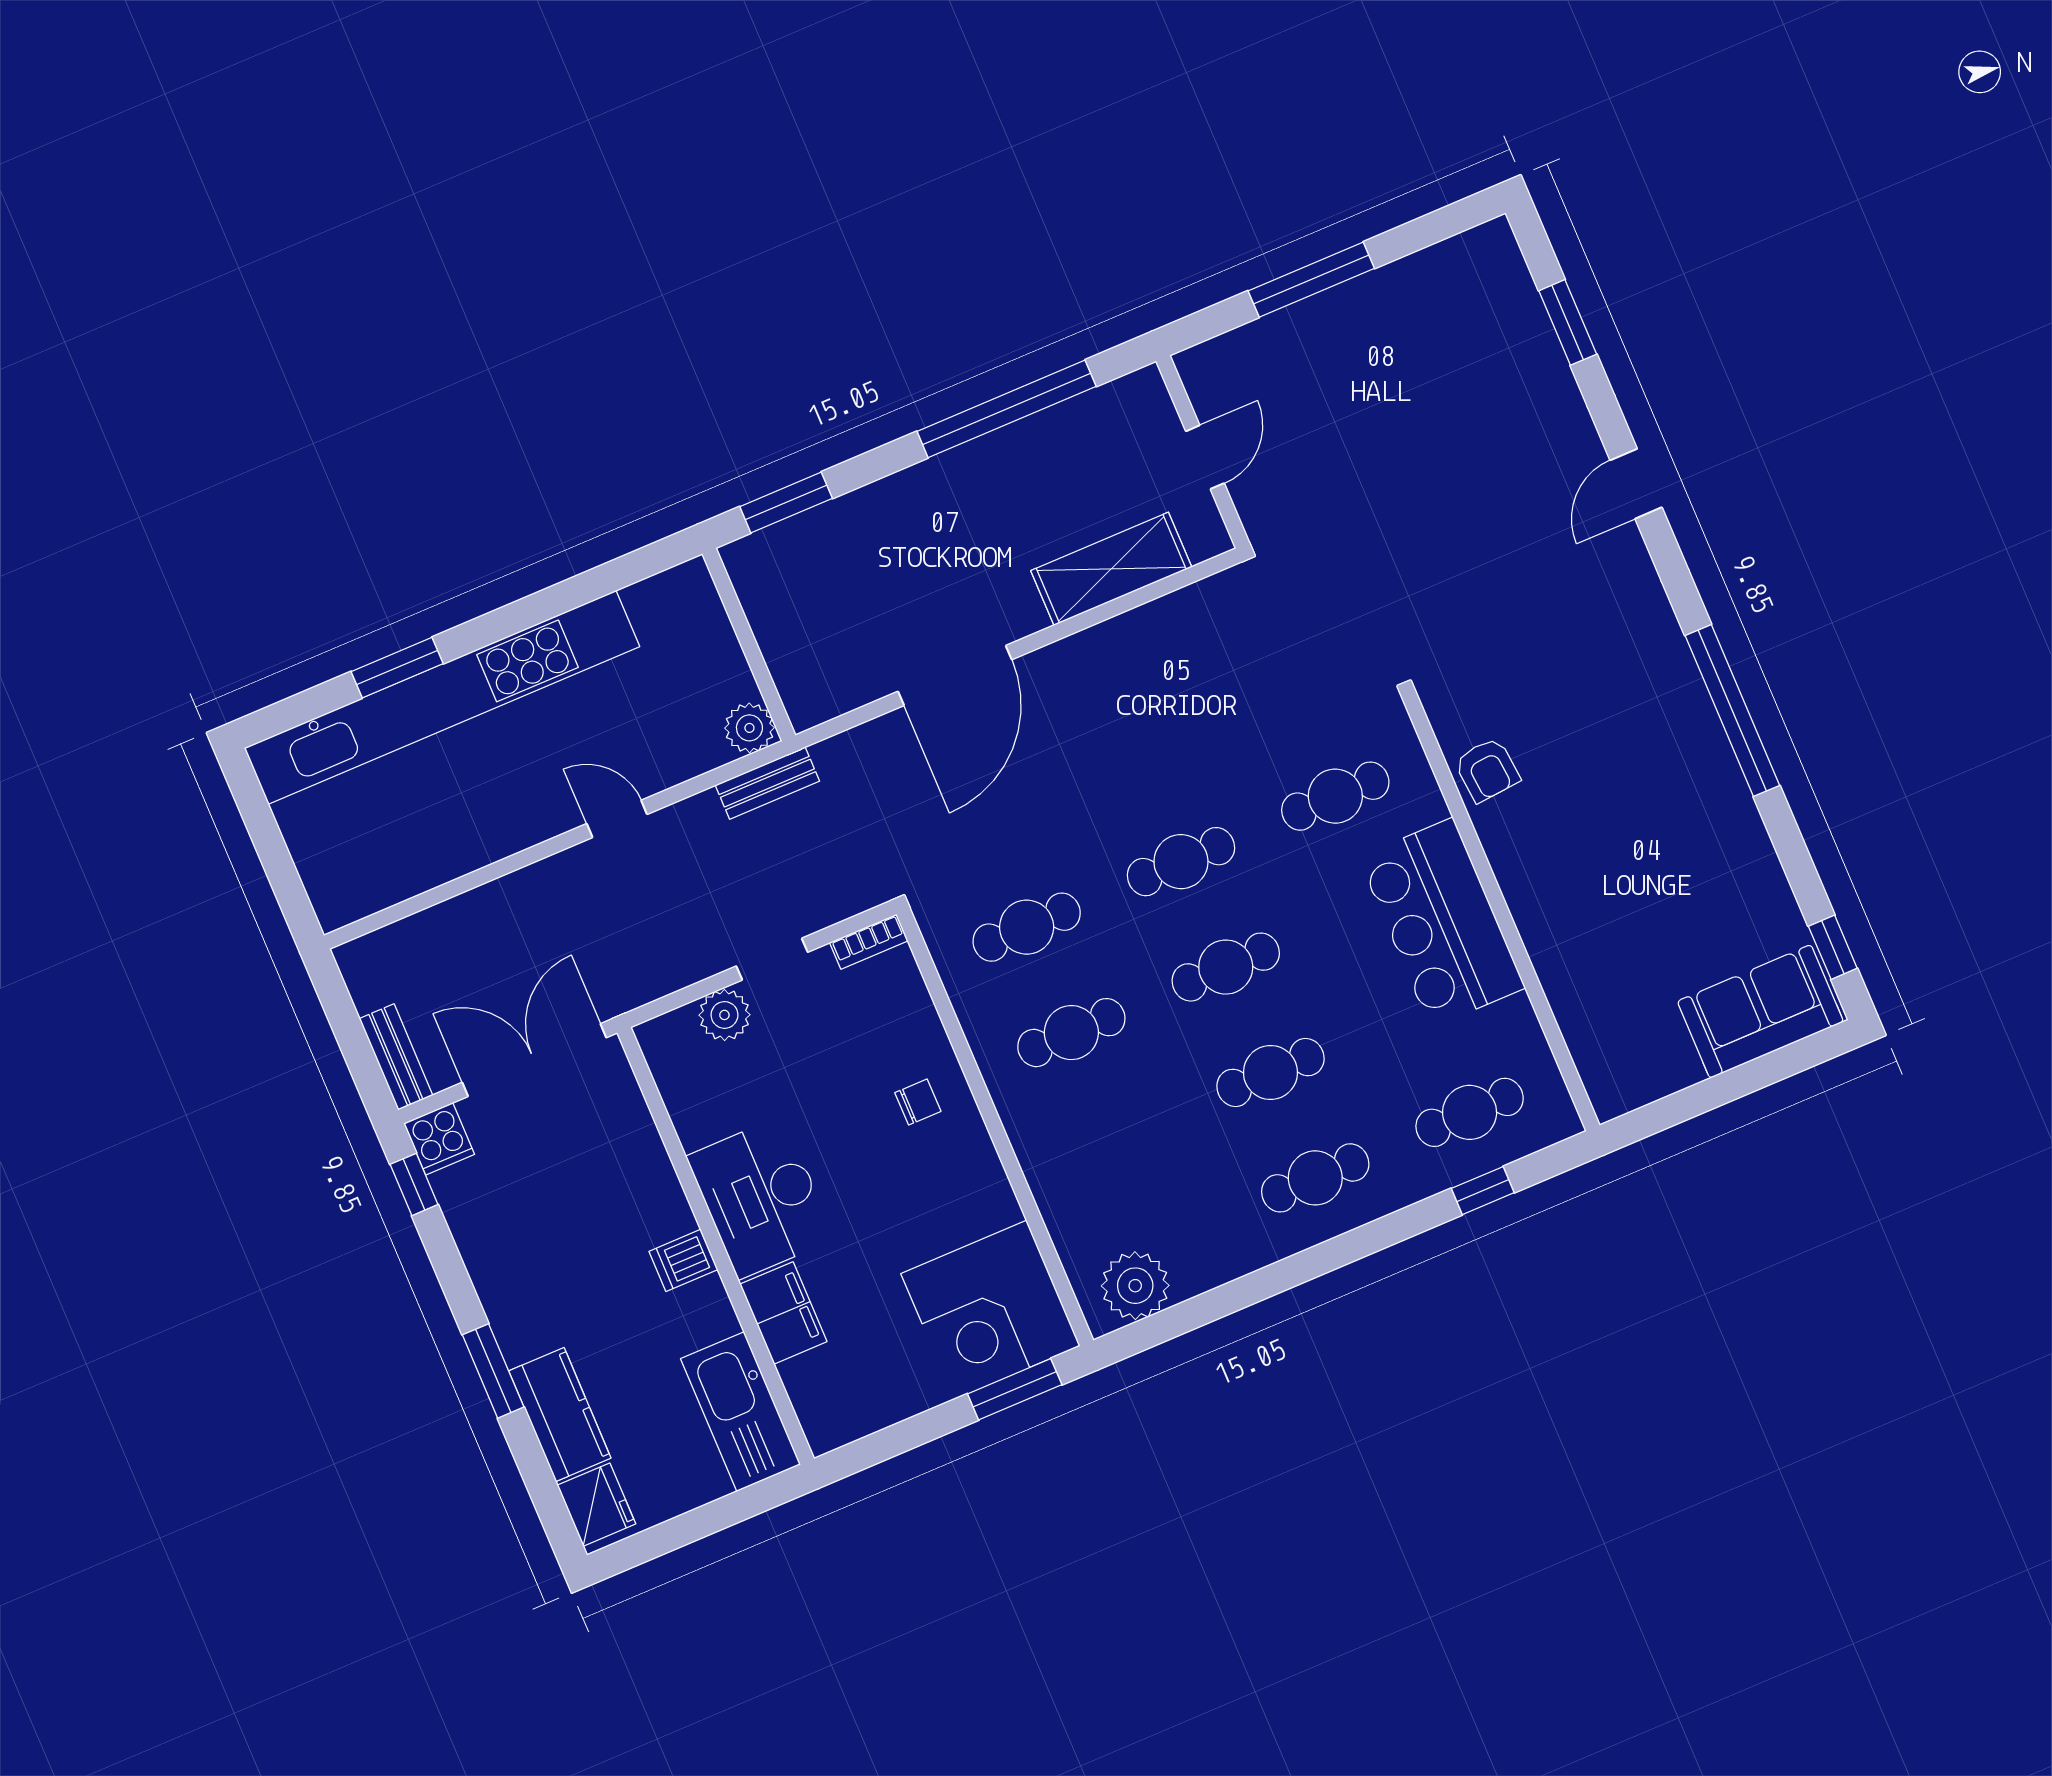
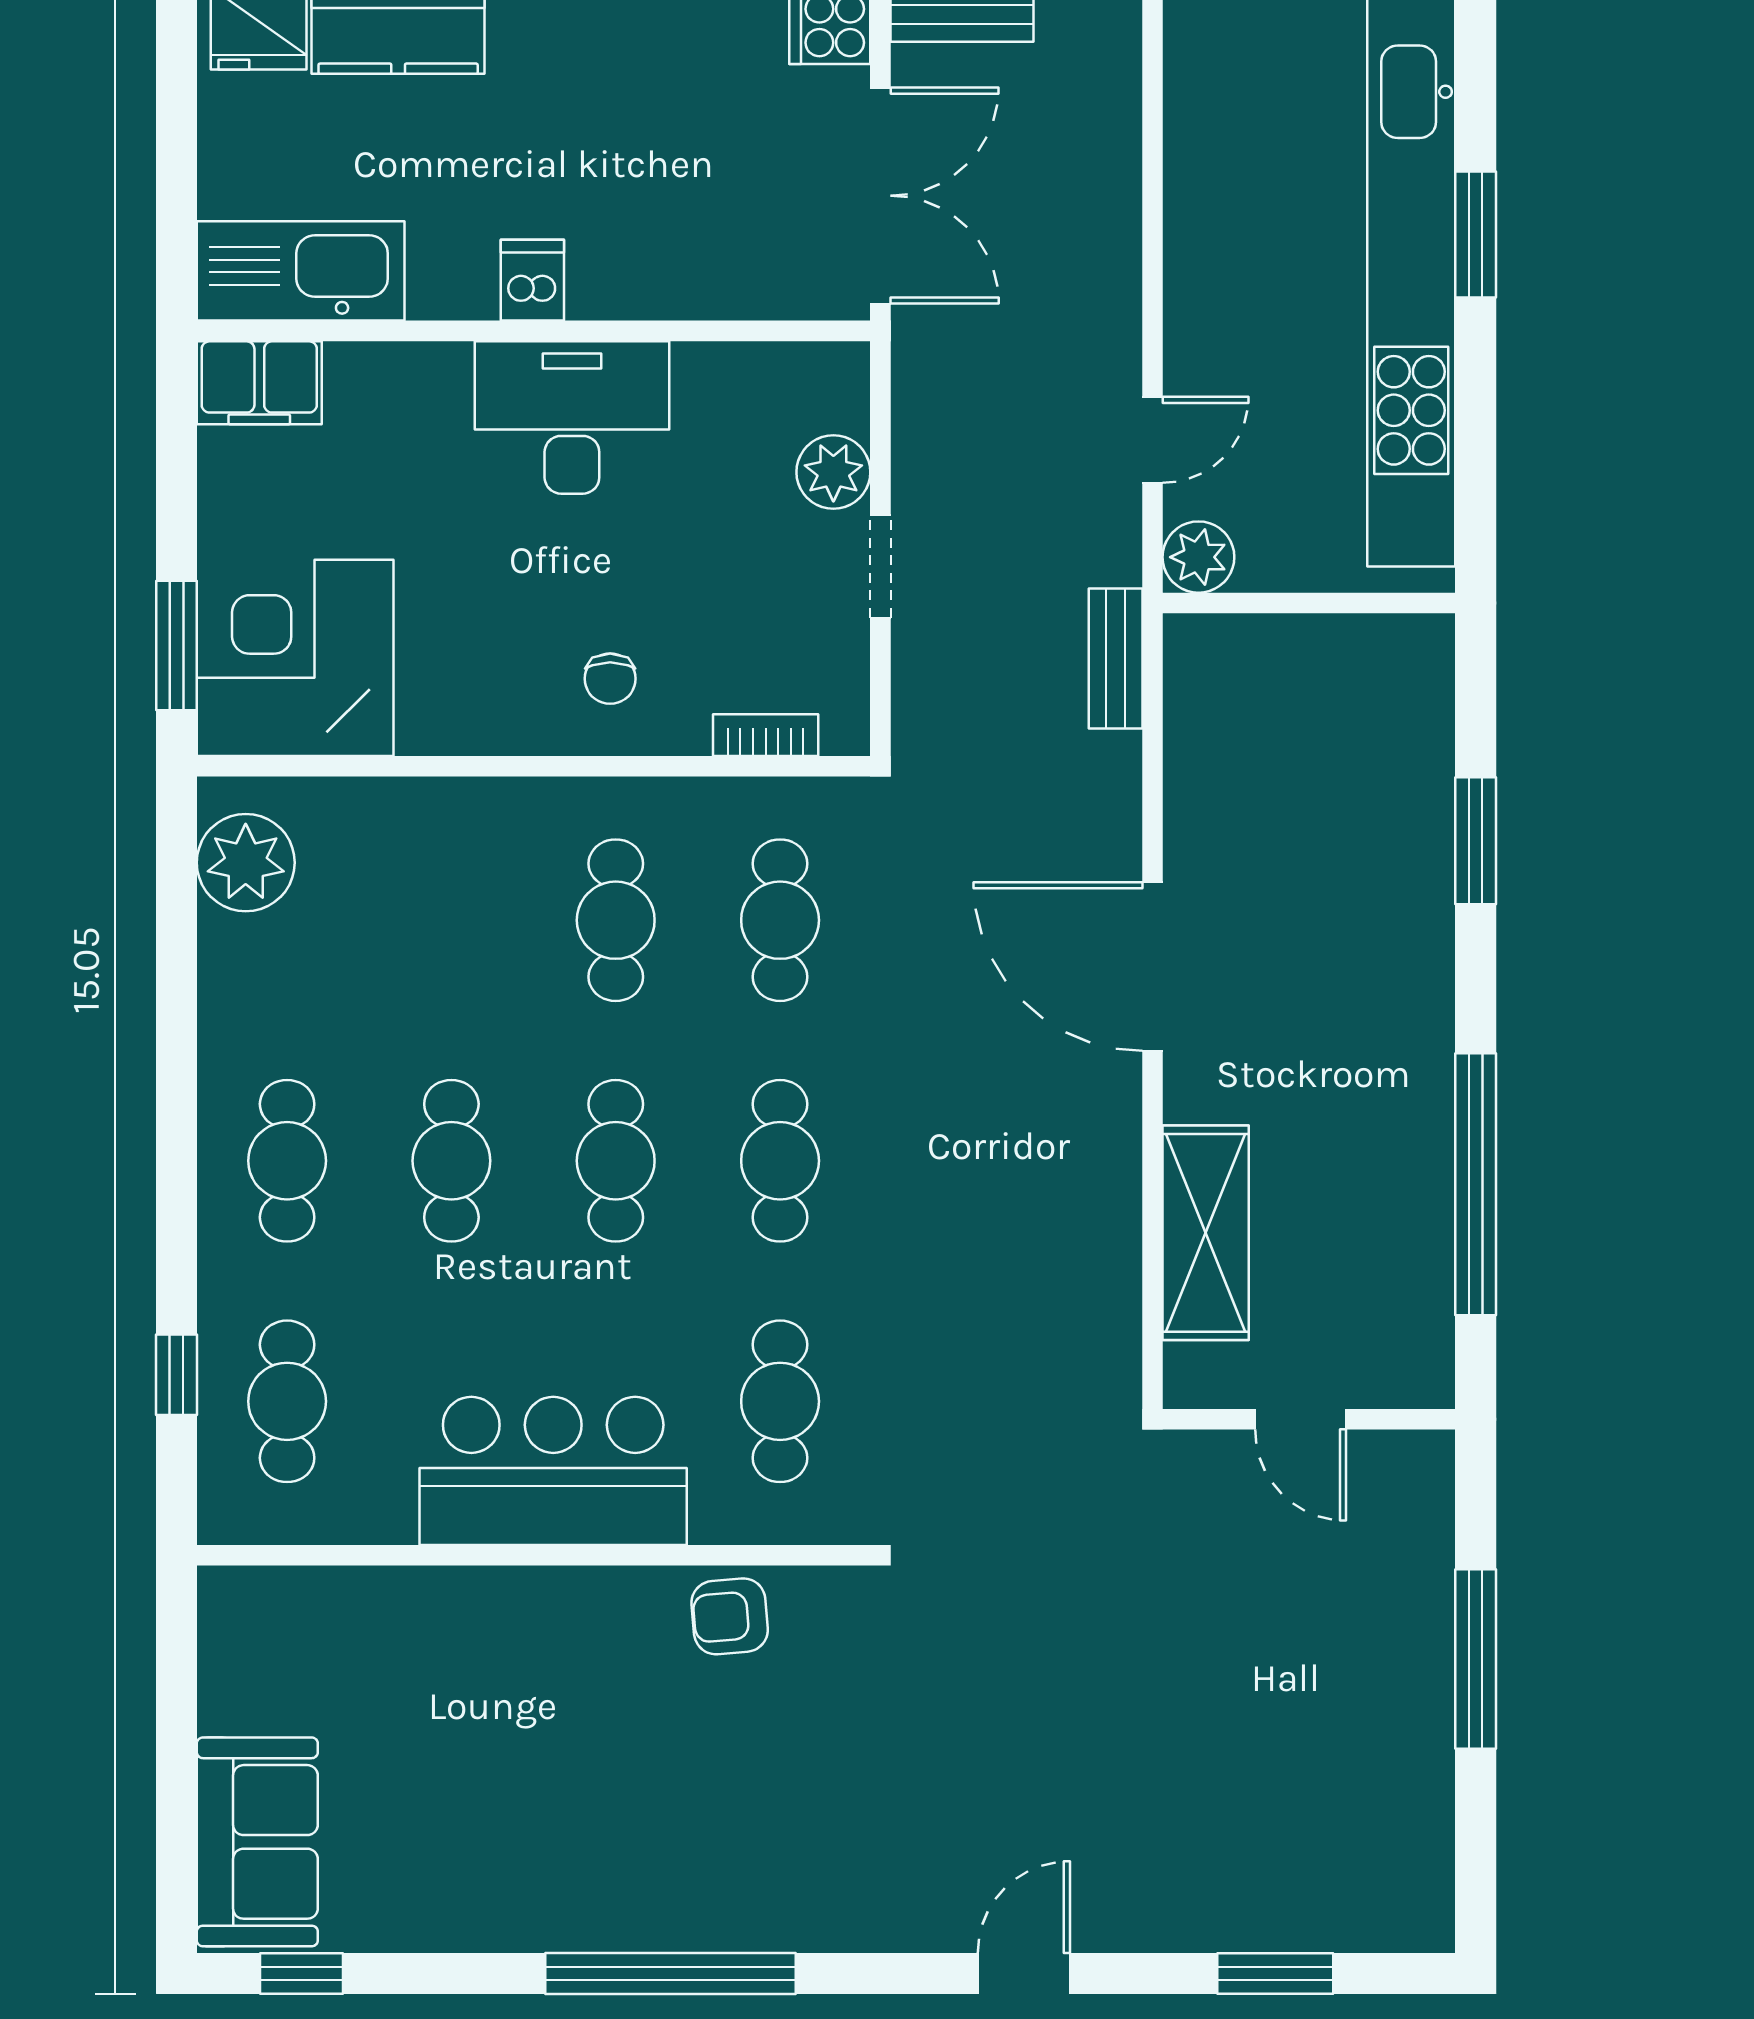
door: (1636, 484) -> (1024, 1974), hinge flipped
wall: (749, 644) -> (1309, 603), moved
plant: (749, 728) -> (1198, 557), moved
bookcase: (869, 942) -> (766, 735), moved, turned 90
filing cabinet: (783, 1313) -> (259, 383), moved

